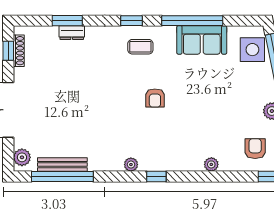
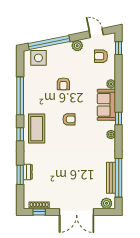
sofa: (202, 40) -> (106, 105), moved, turned 180
coffee table: (140, 47) -> (37, 129), width x1.86, depth x1.72
armchair: (211, 89) -> (63, 84), added

